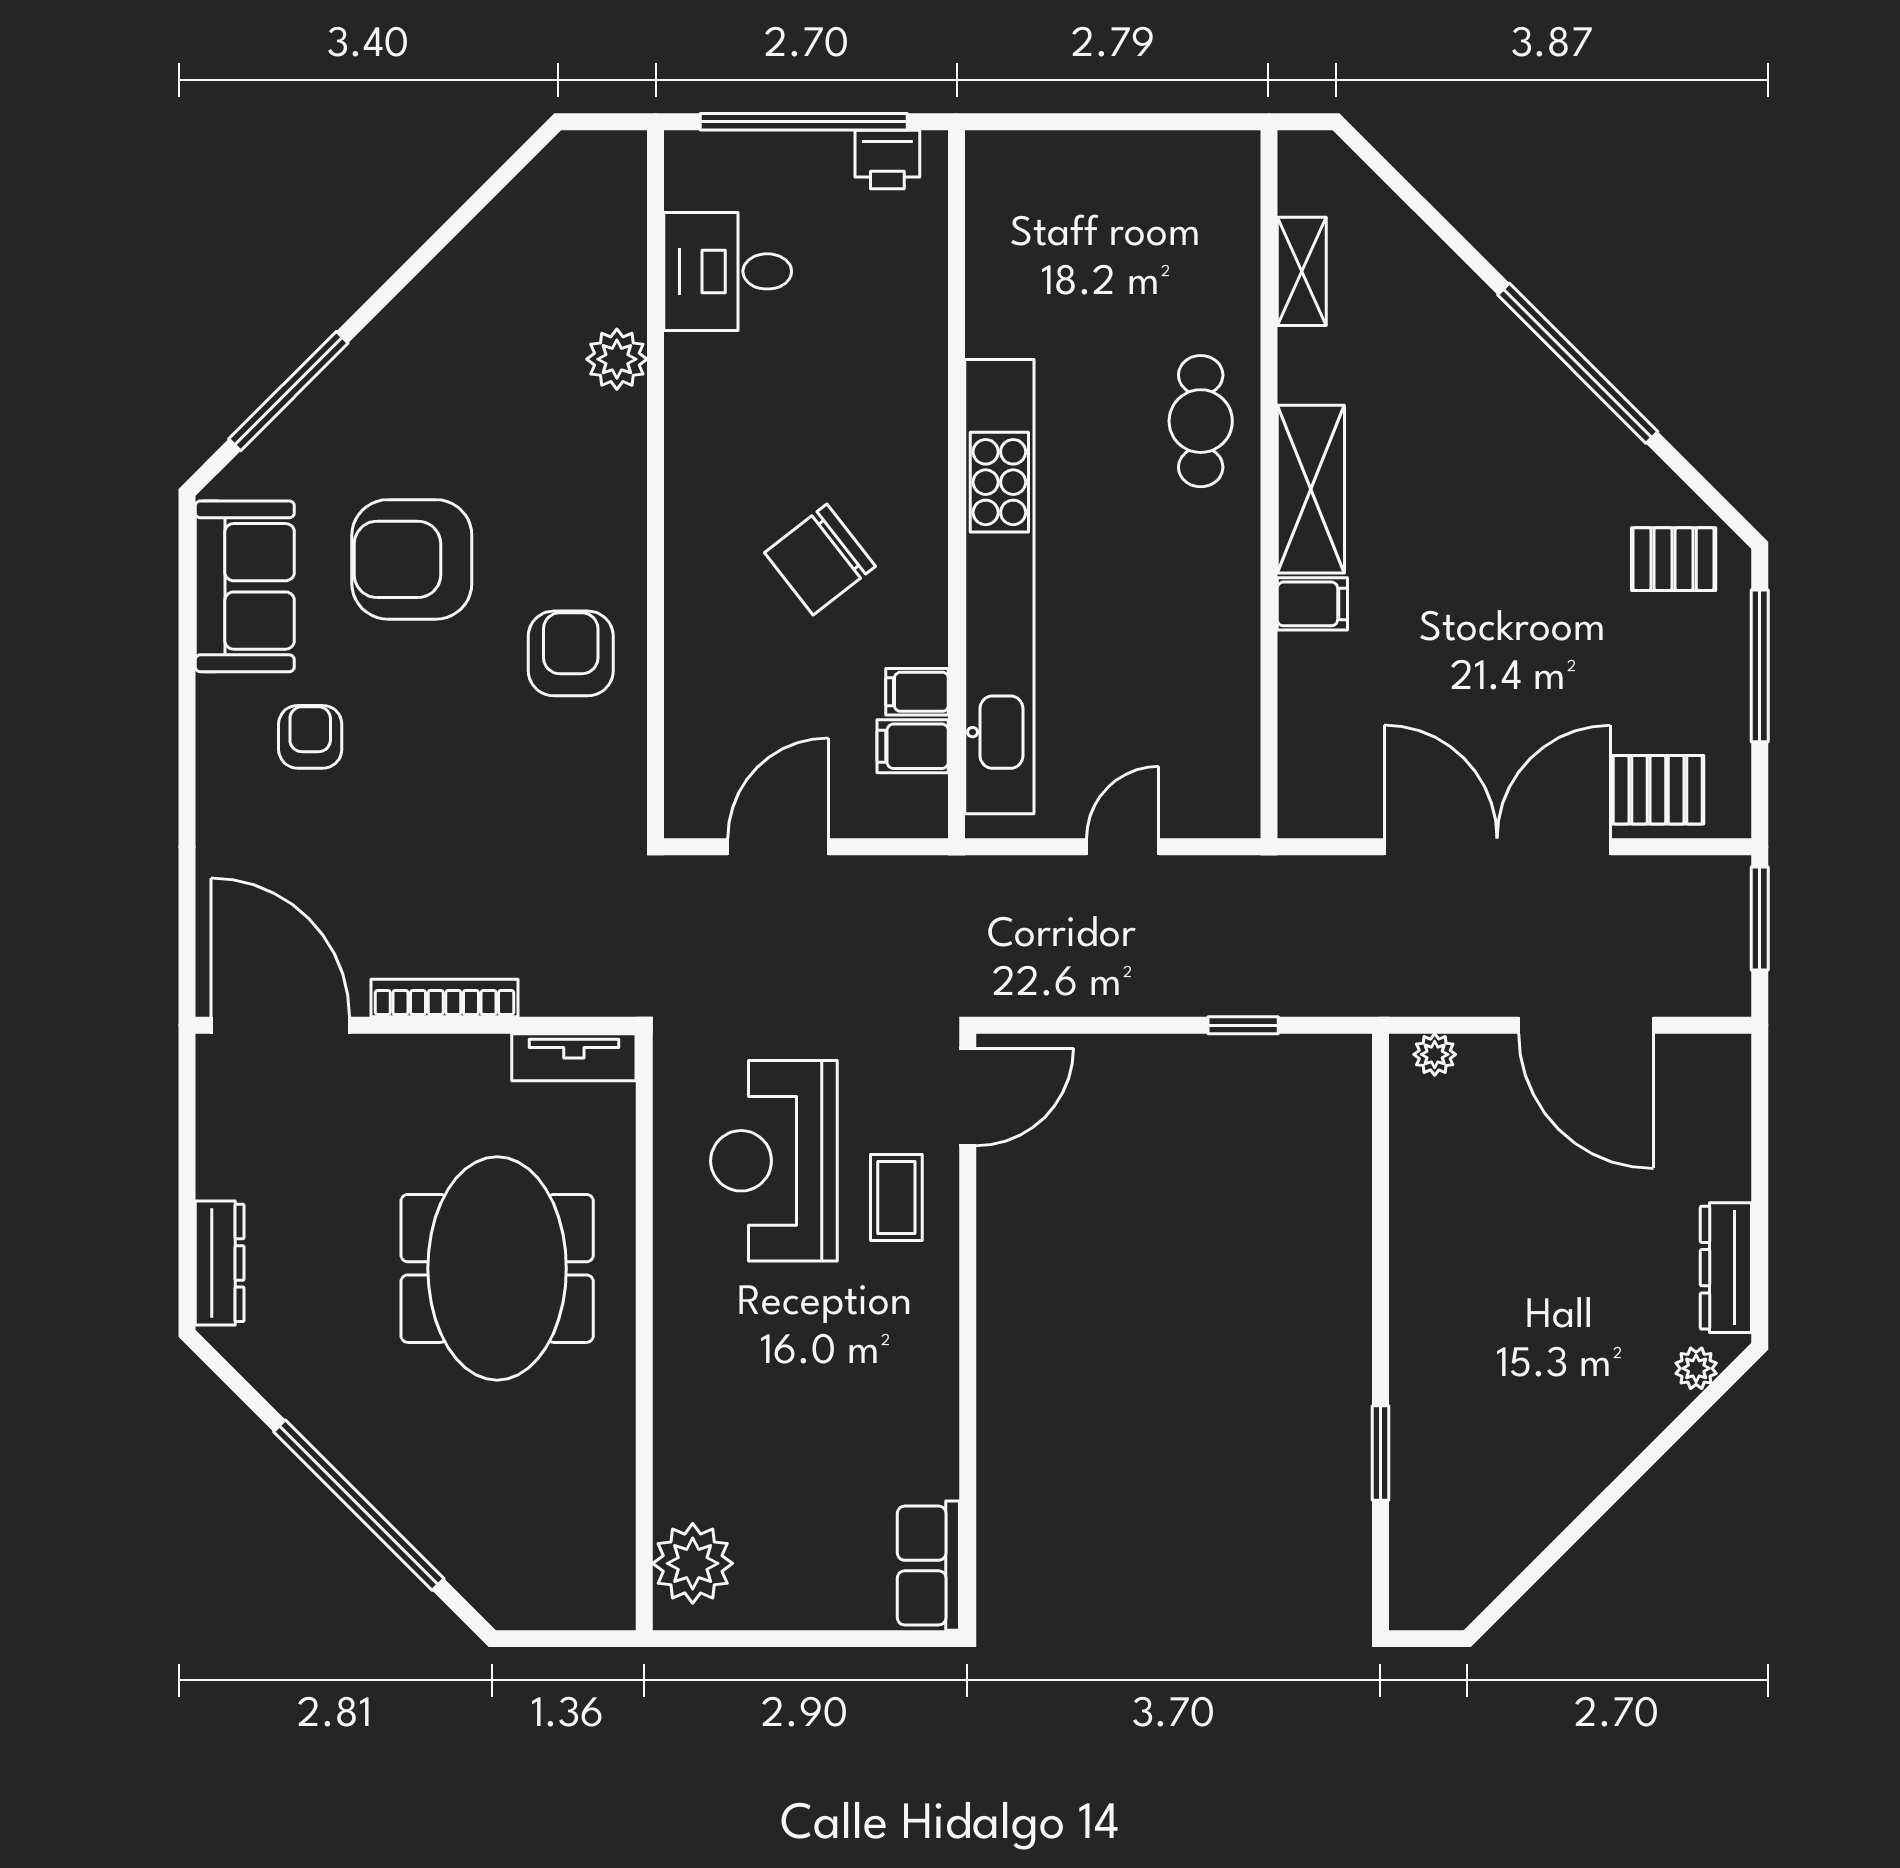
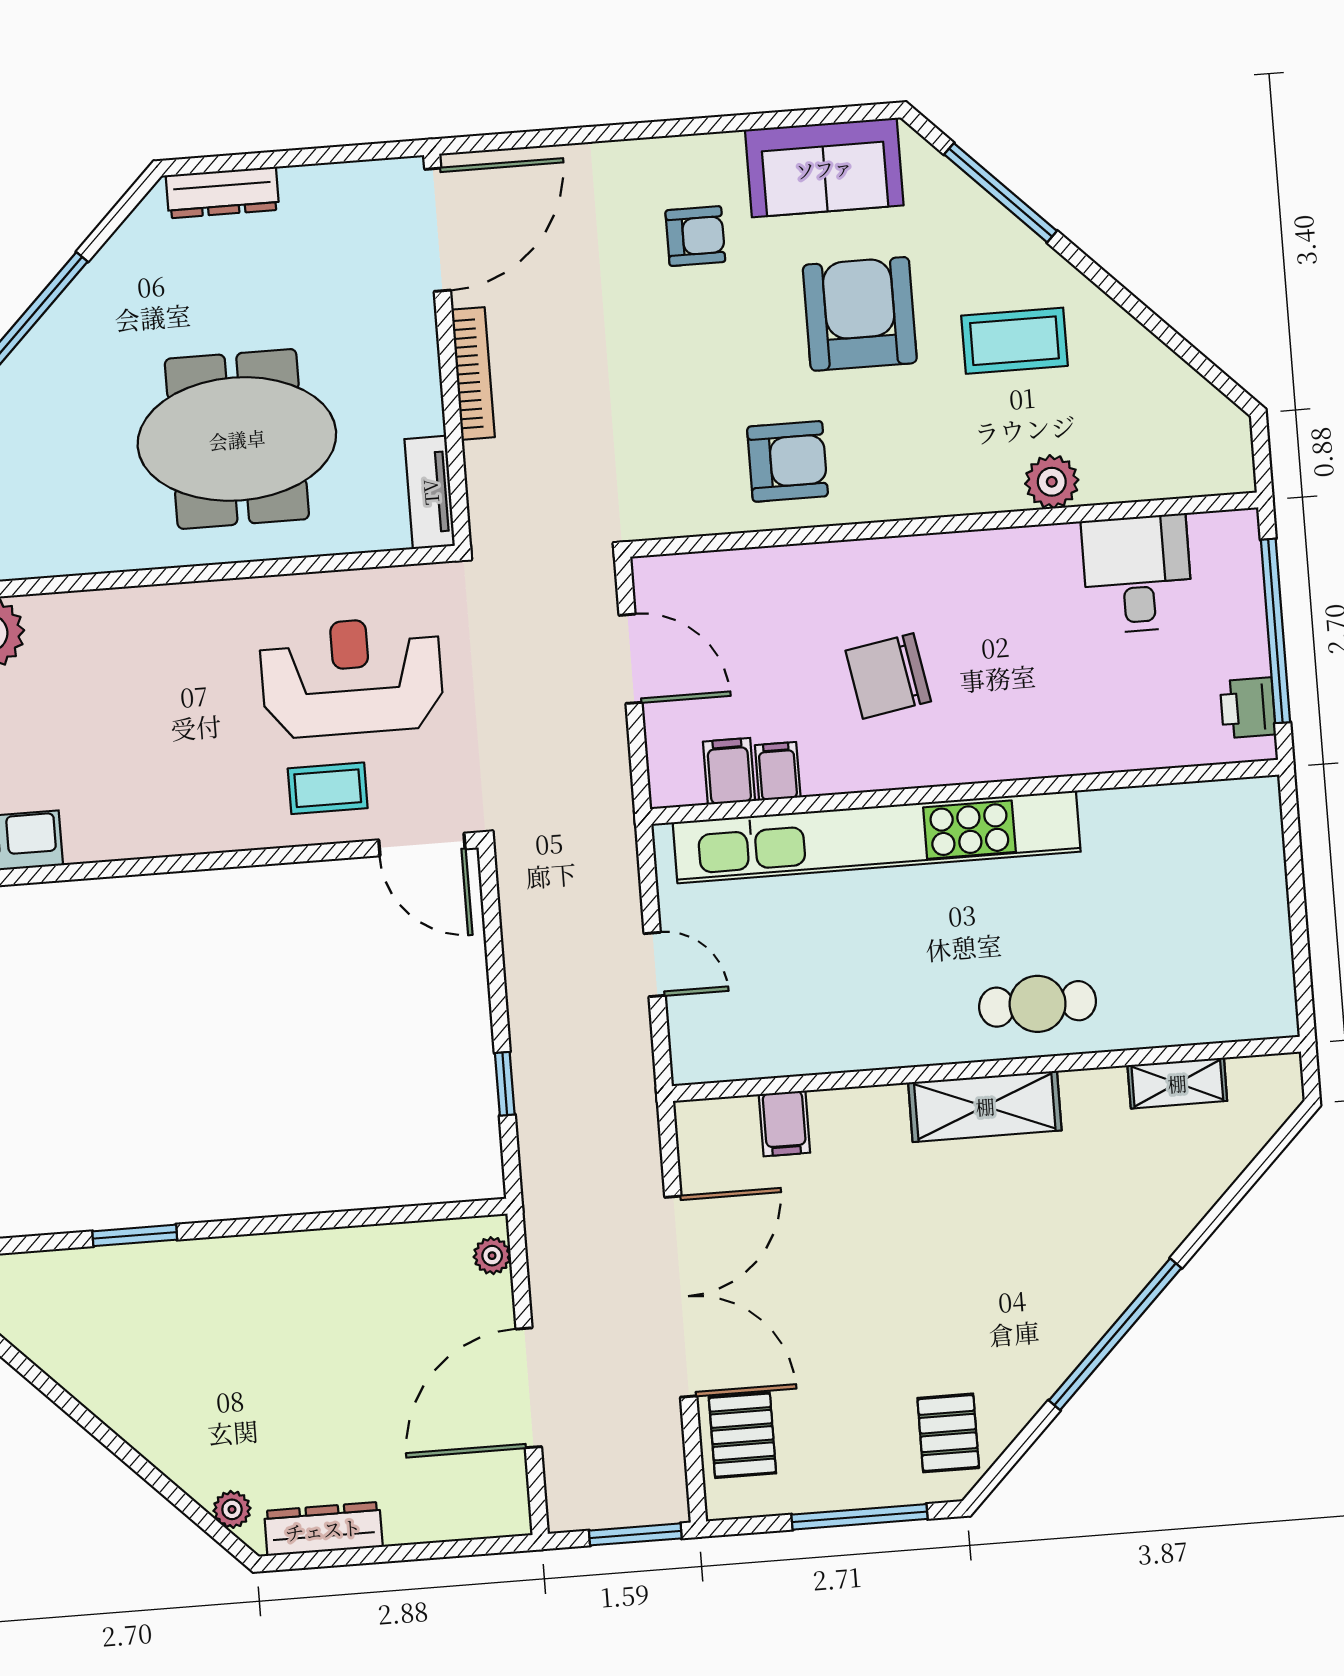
coffee table: (456, 388) -> (1014, 341), added
chair: (820, 560) -> (888, 676), turned -62
filing cabinet: (1312, 604) -> (784, 1123), moved

